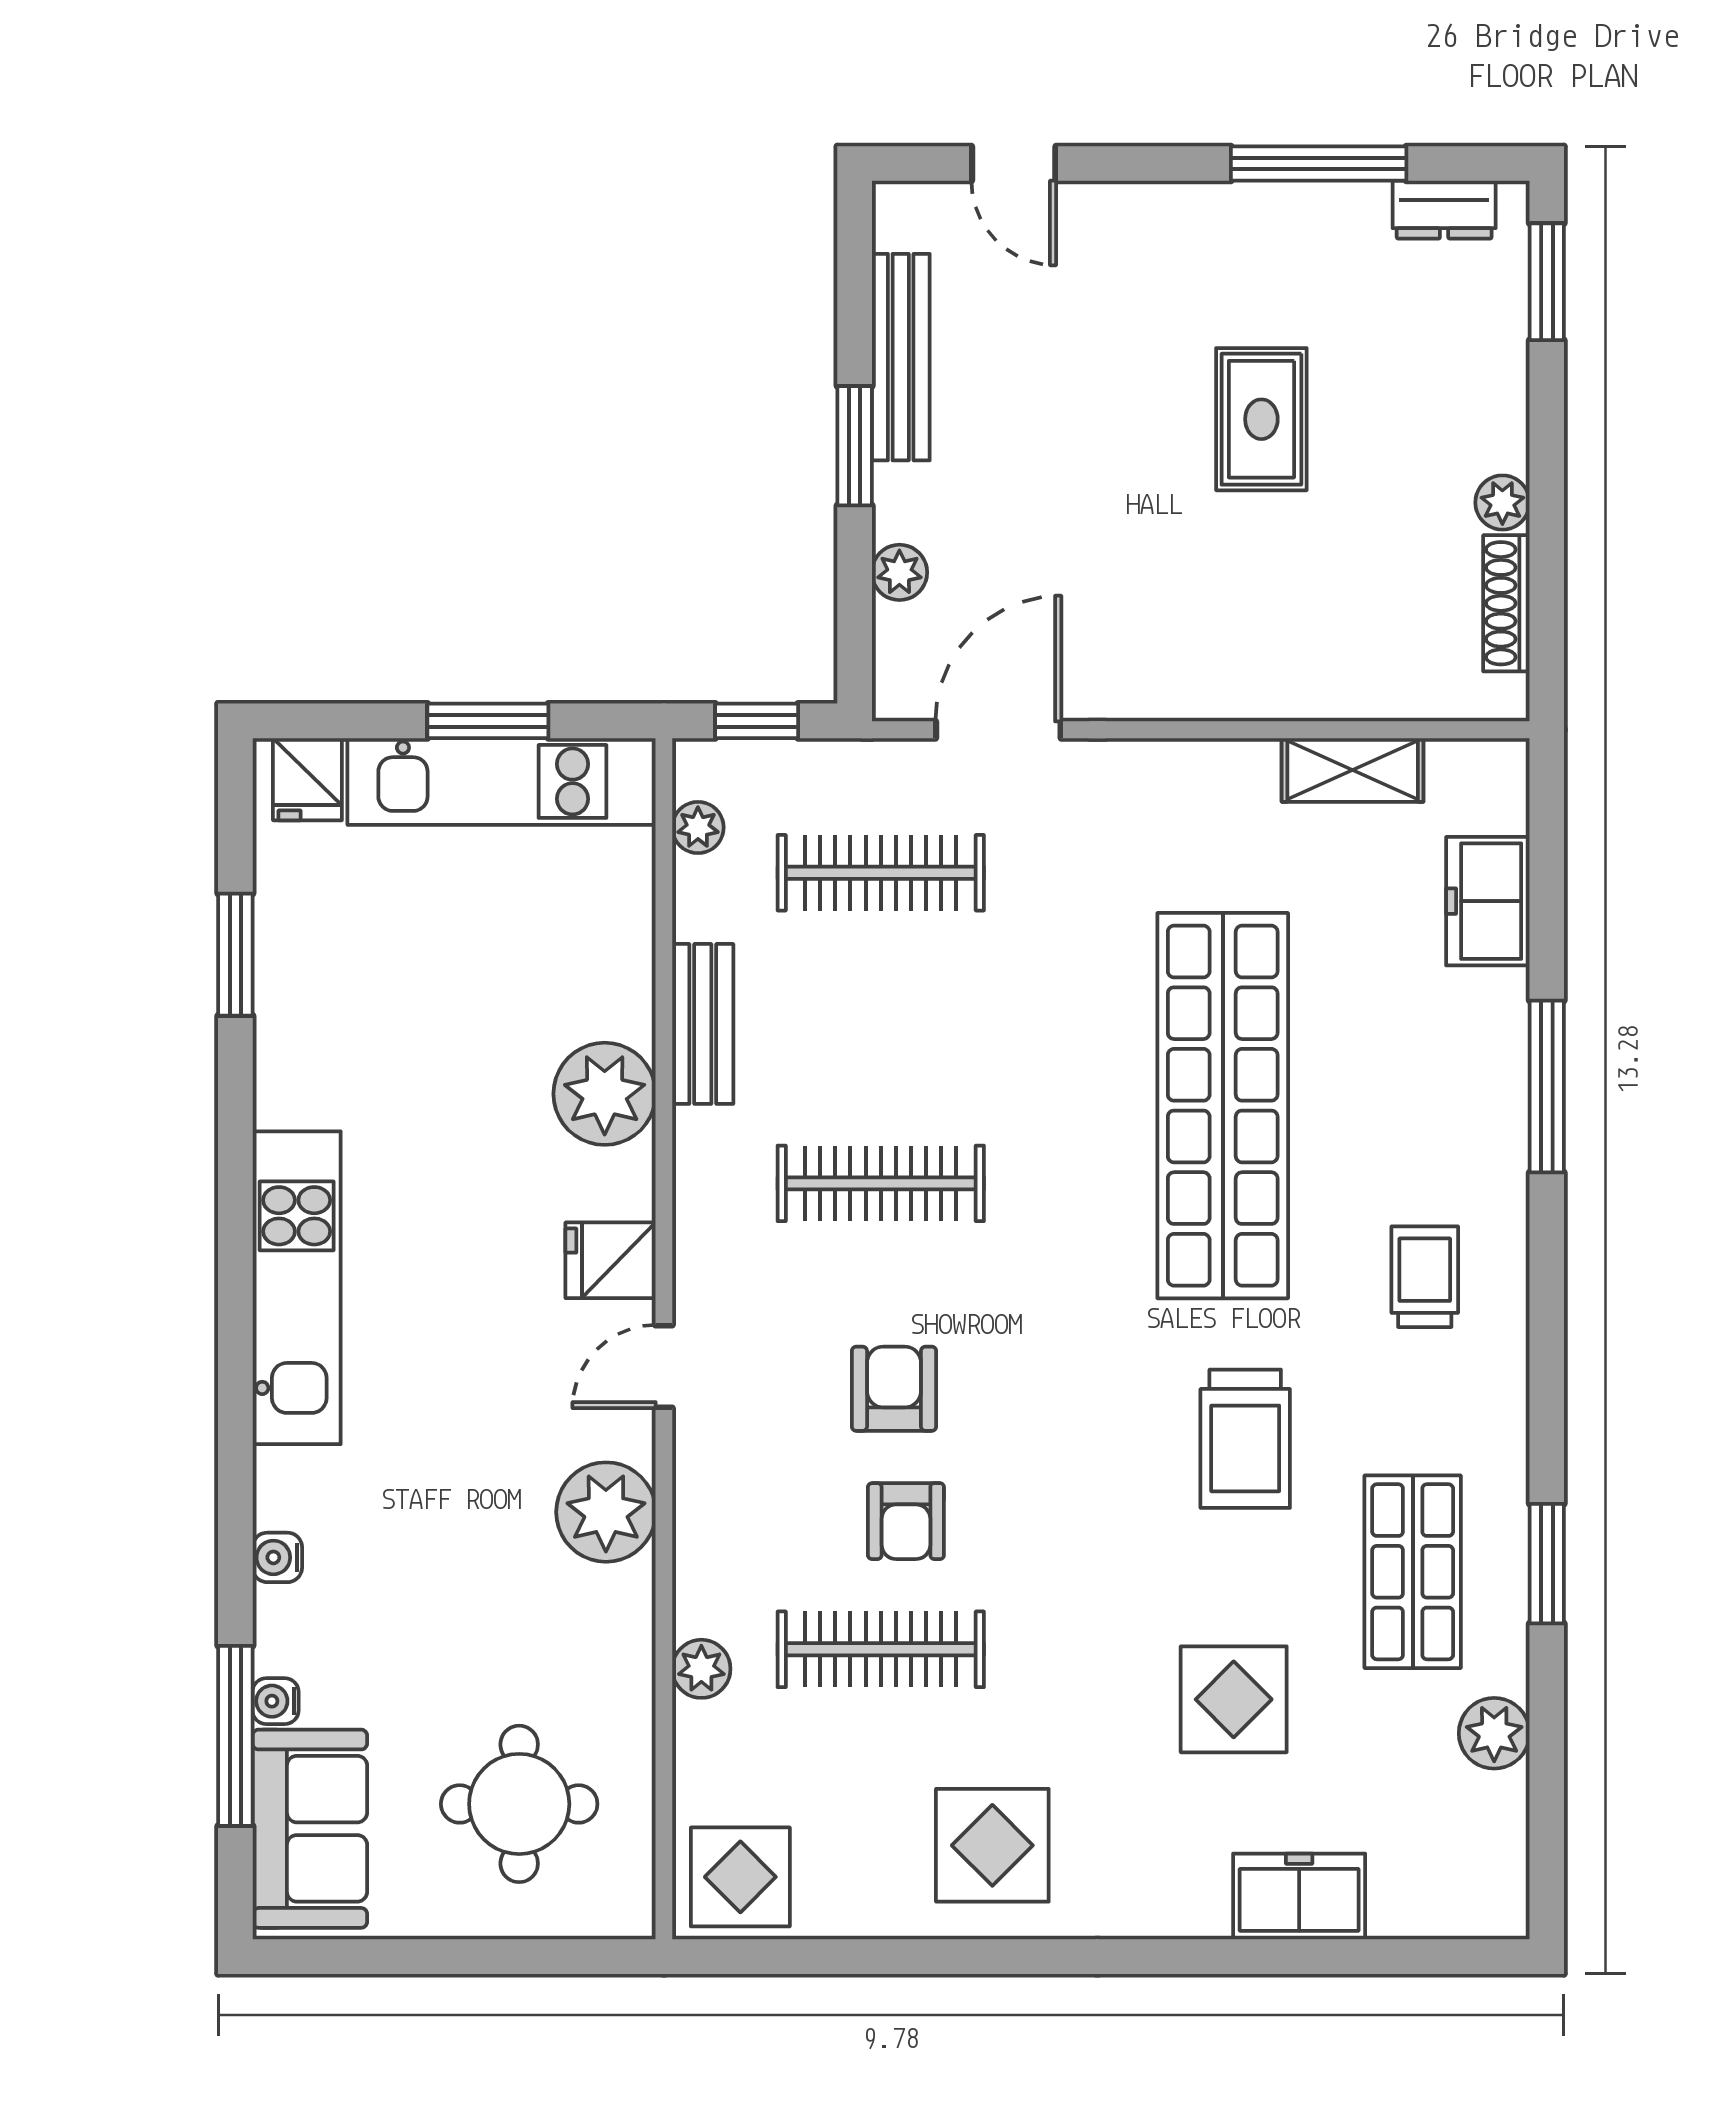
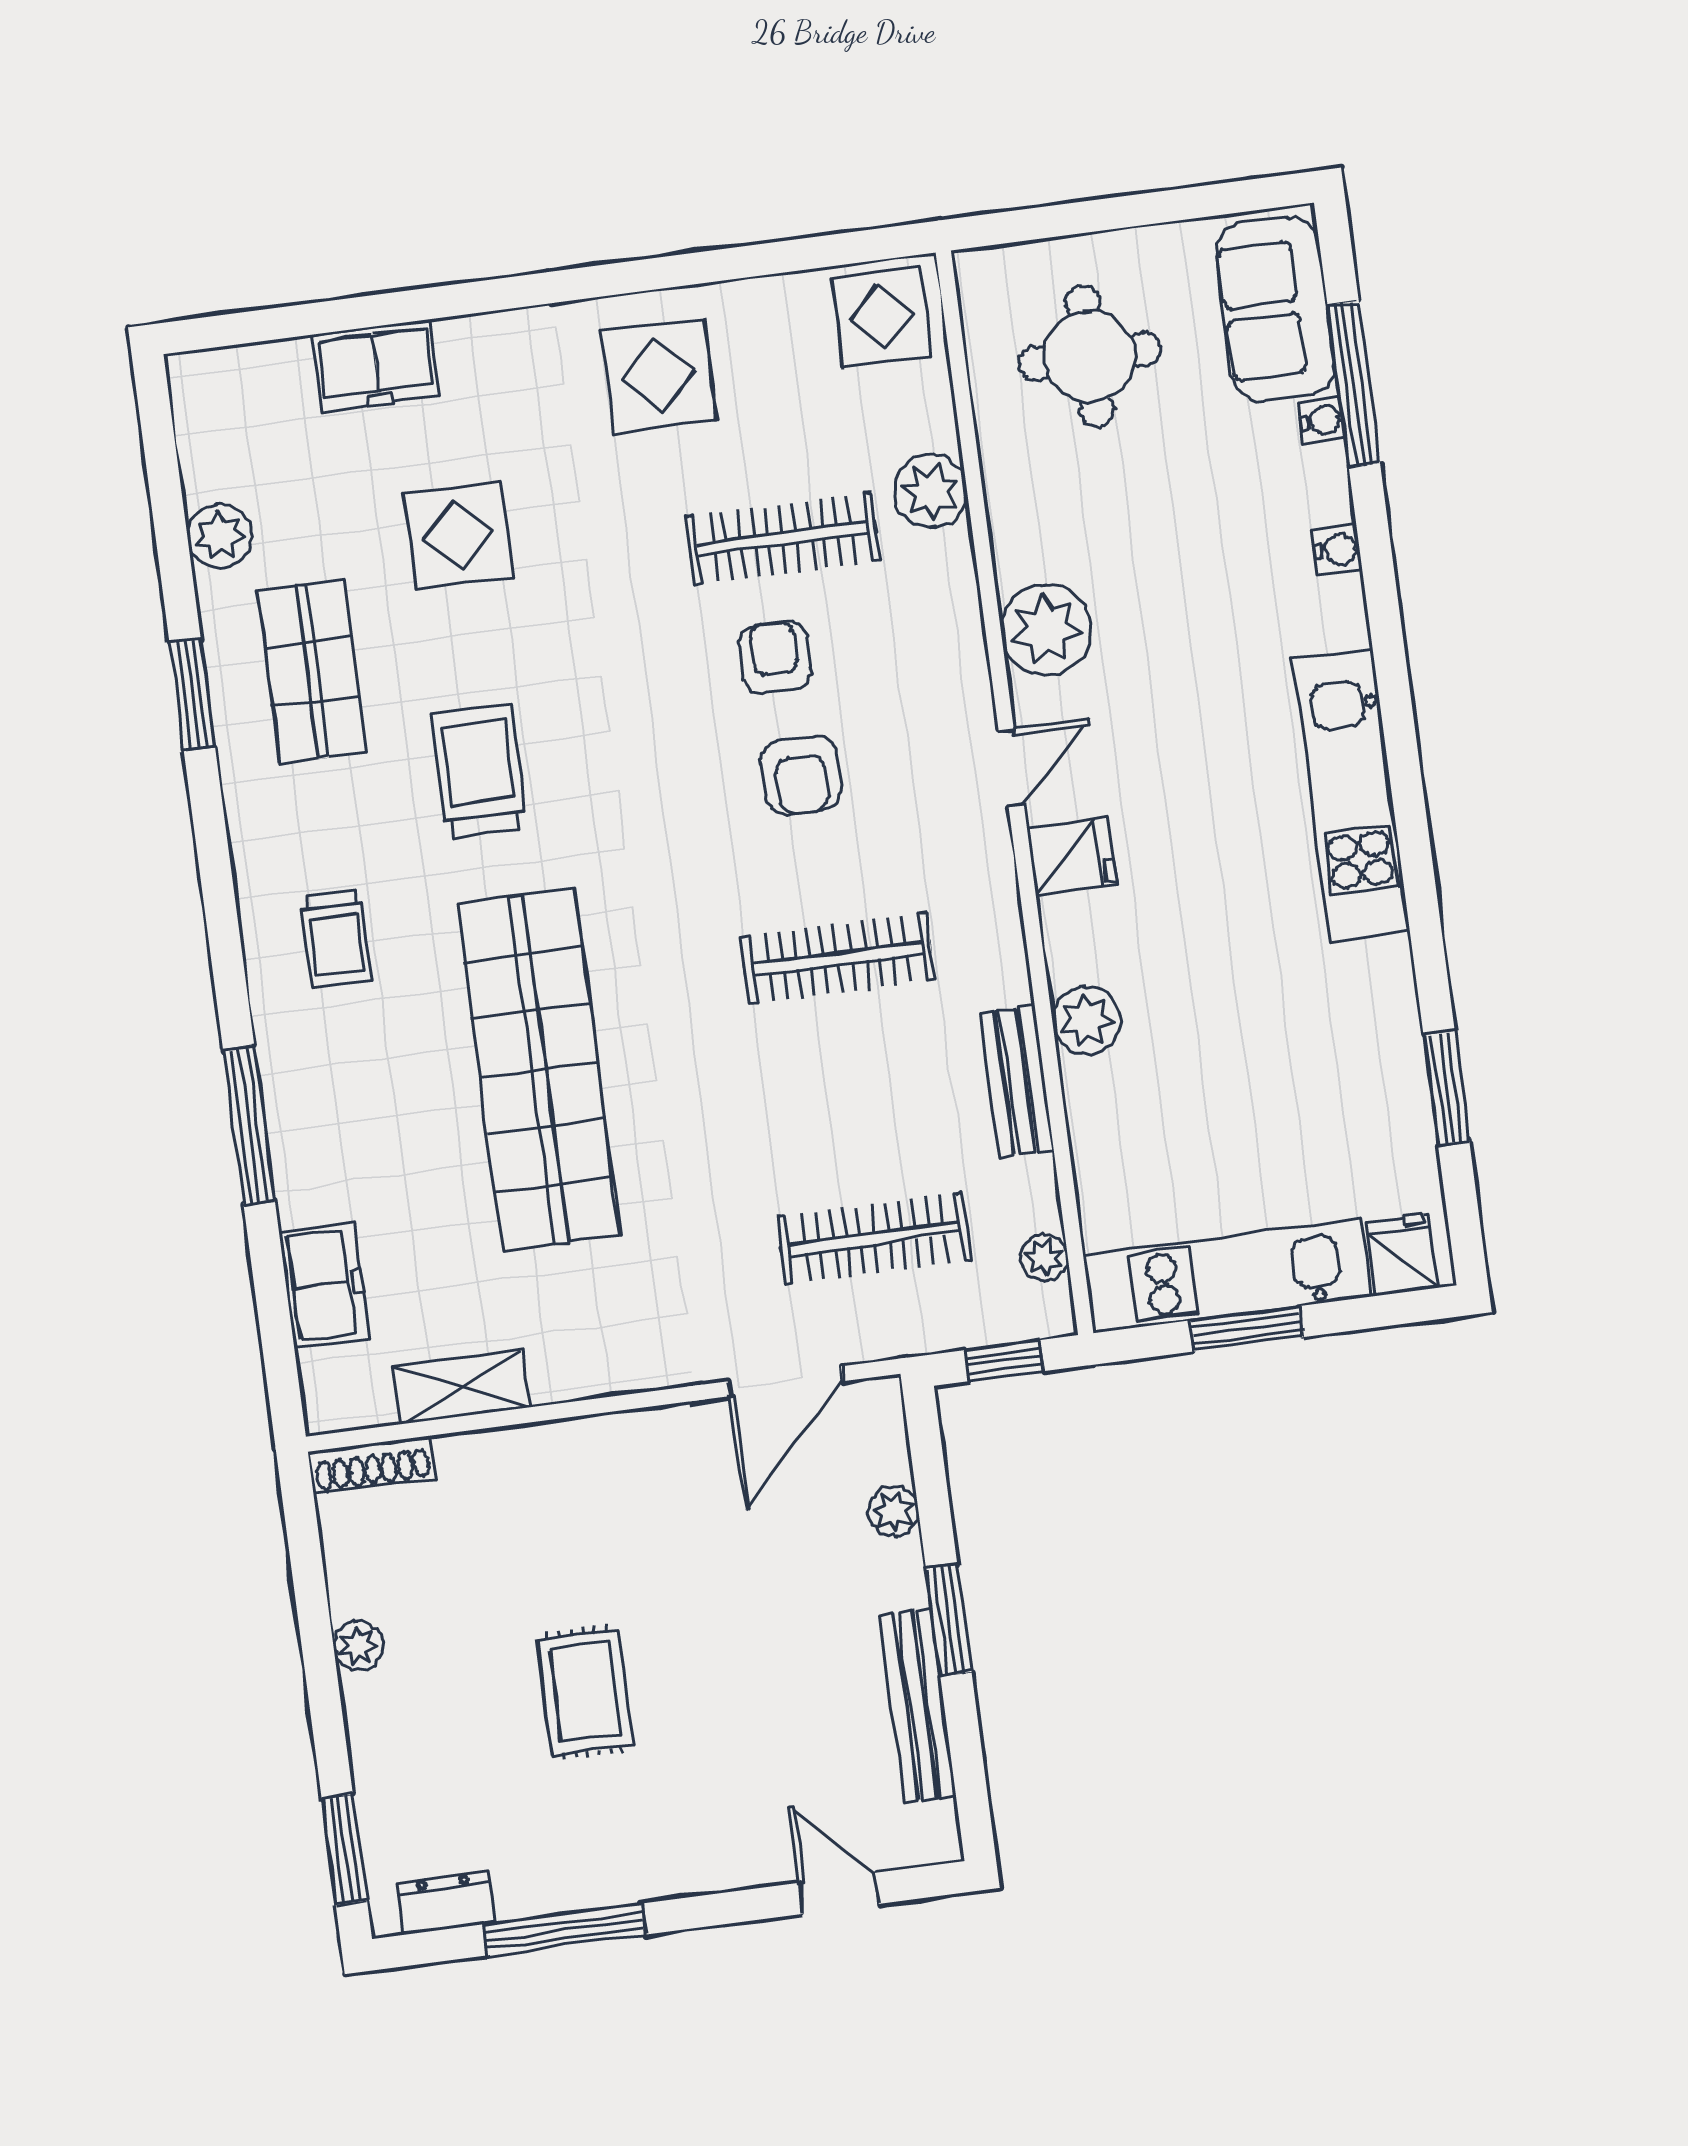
shoe rack: (1506, 603) -> (372, 1464), moved, turned 90
plant: (605, 1094) -> (1086, 1020), width x0.73, depth x0.73
plant: (701, 1669) -> (931, 491), width x1.38, depth x1.38

